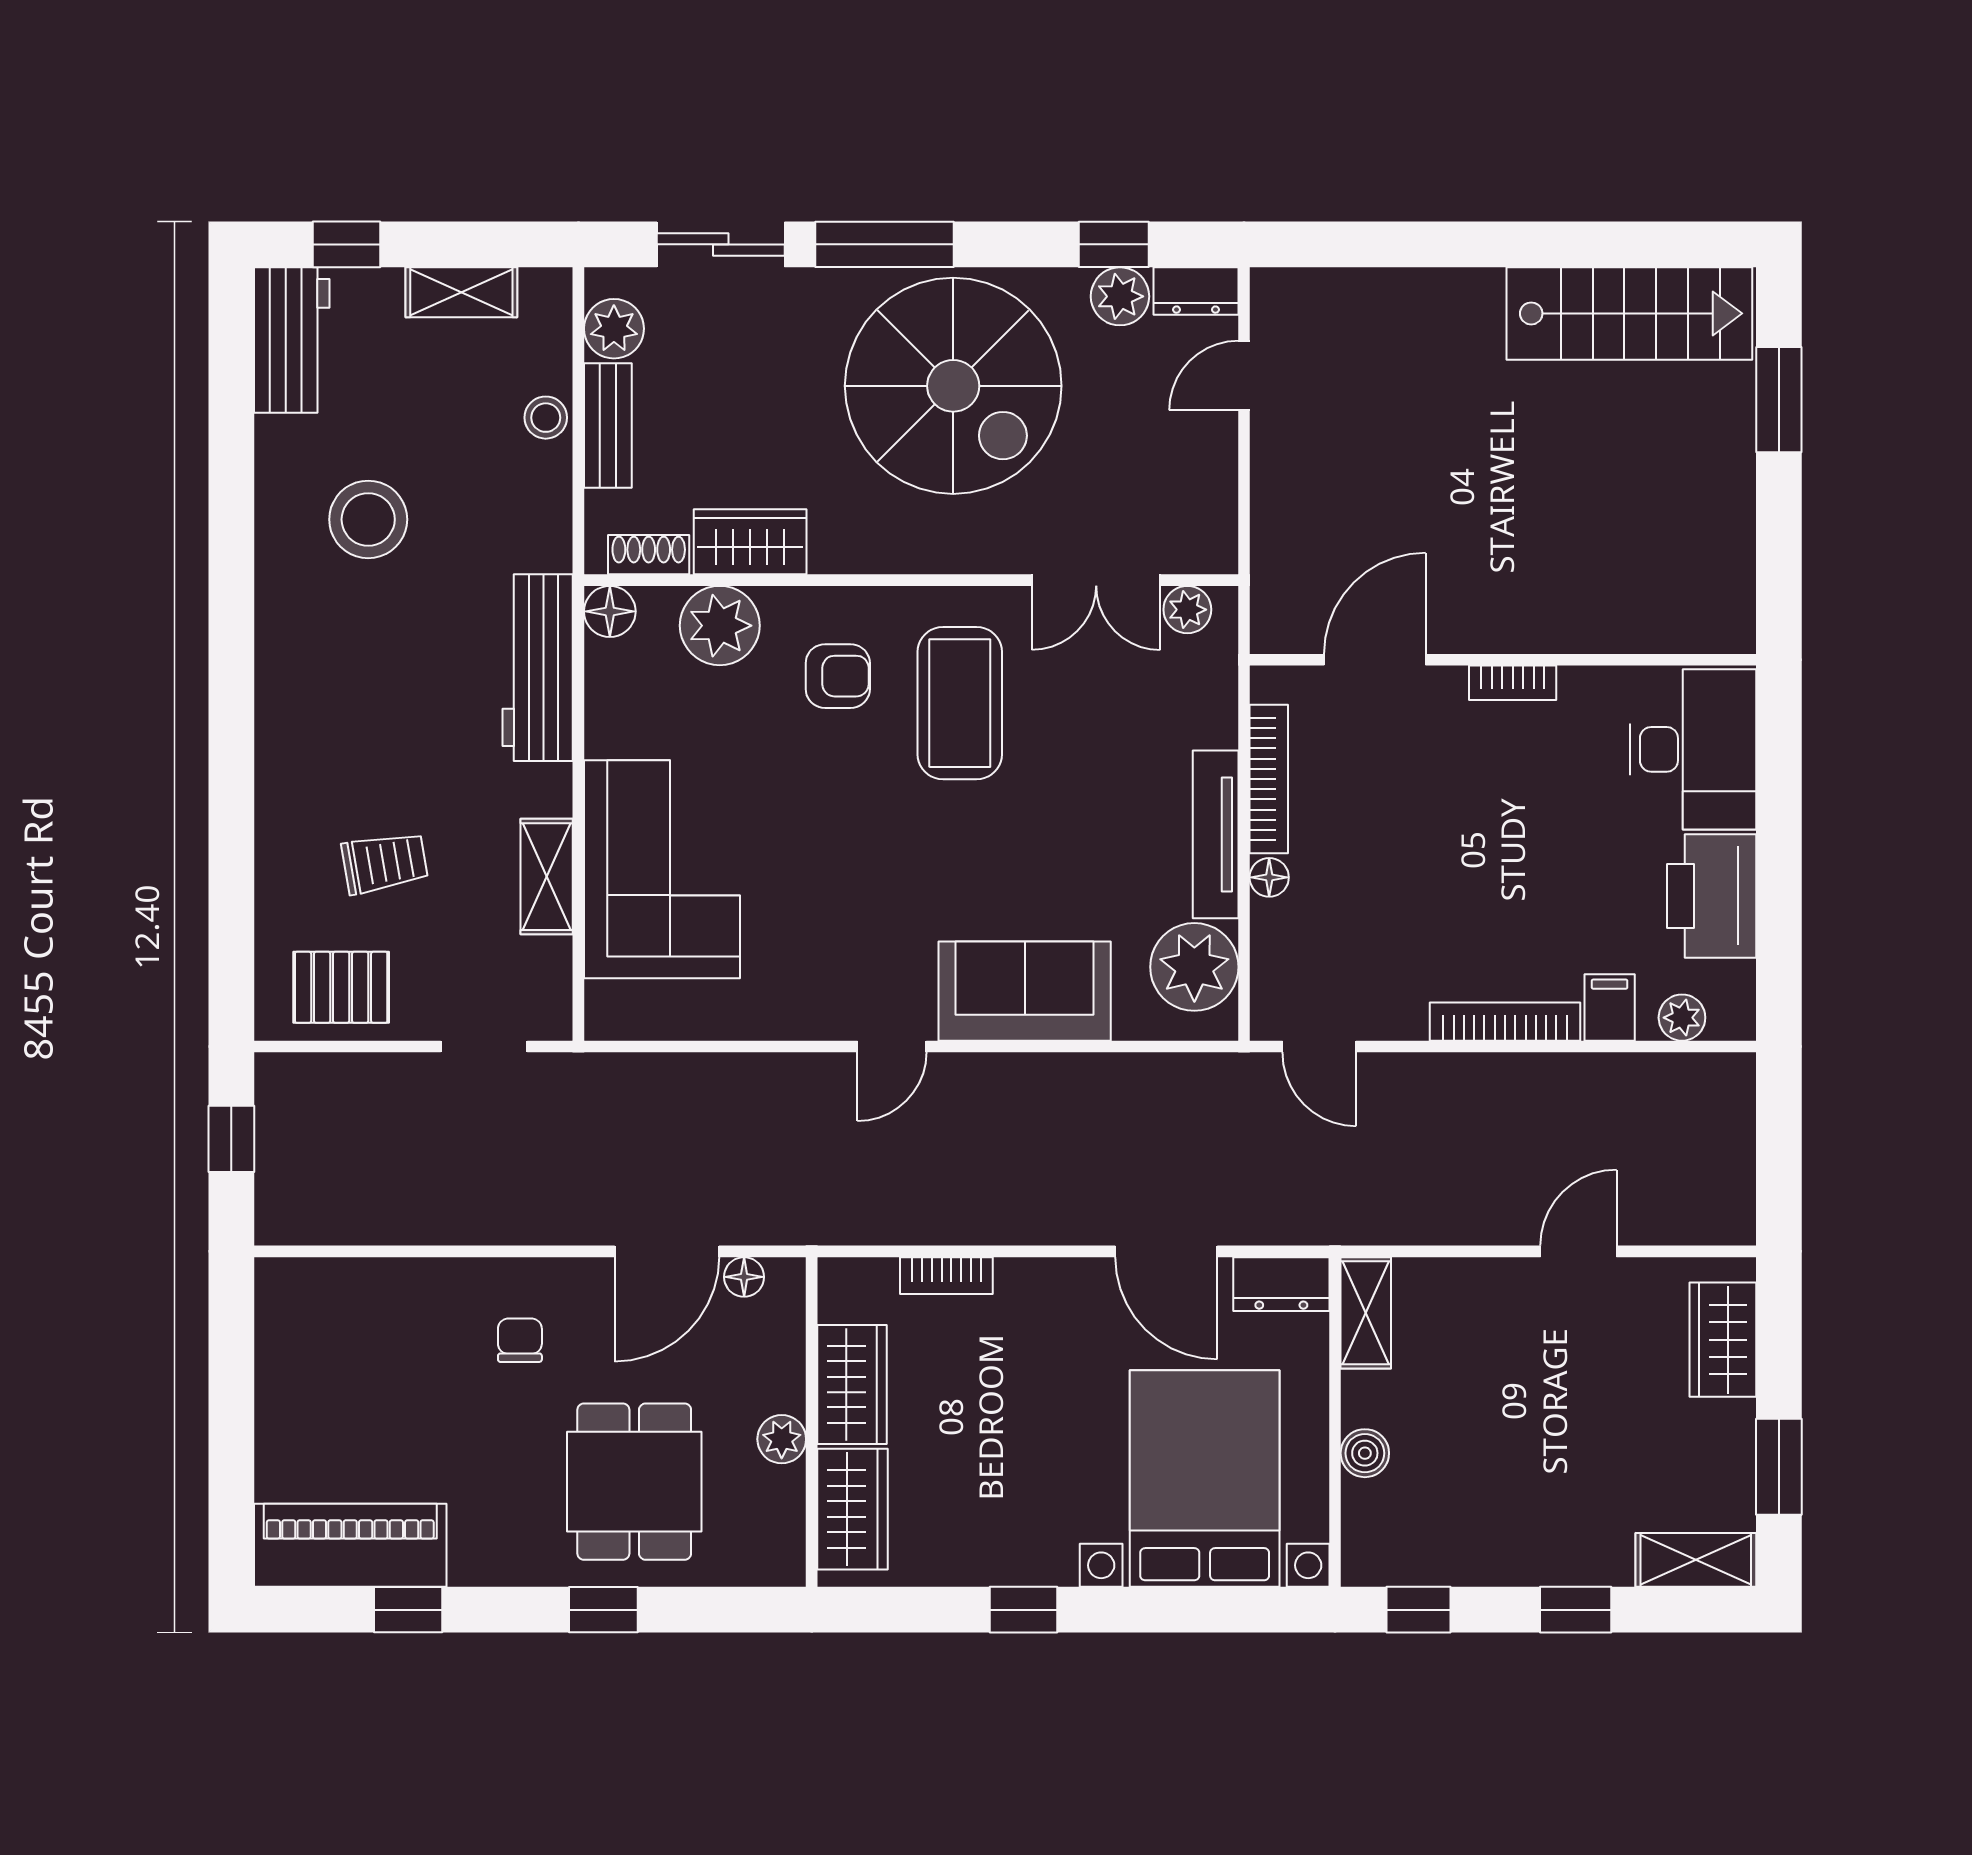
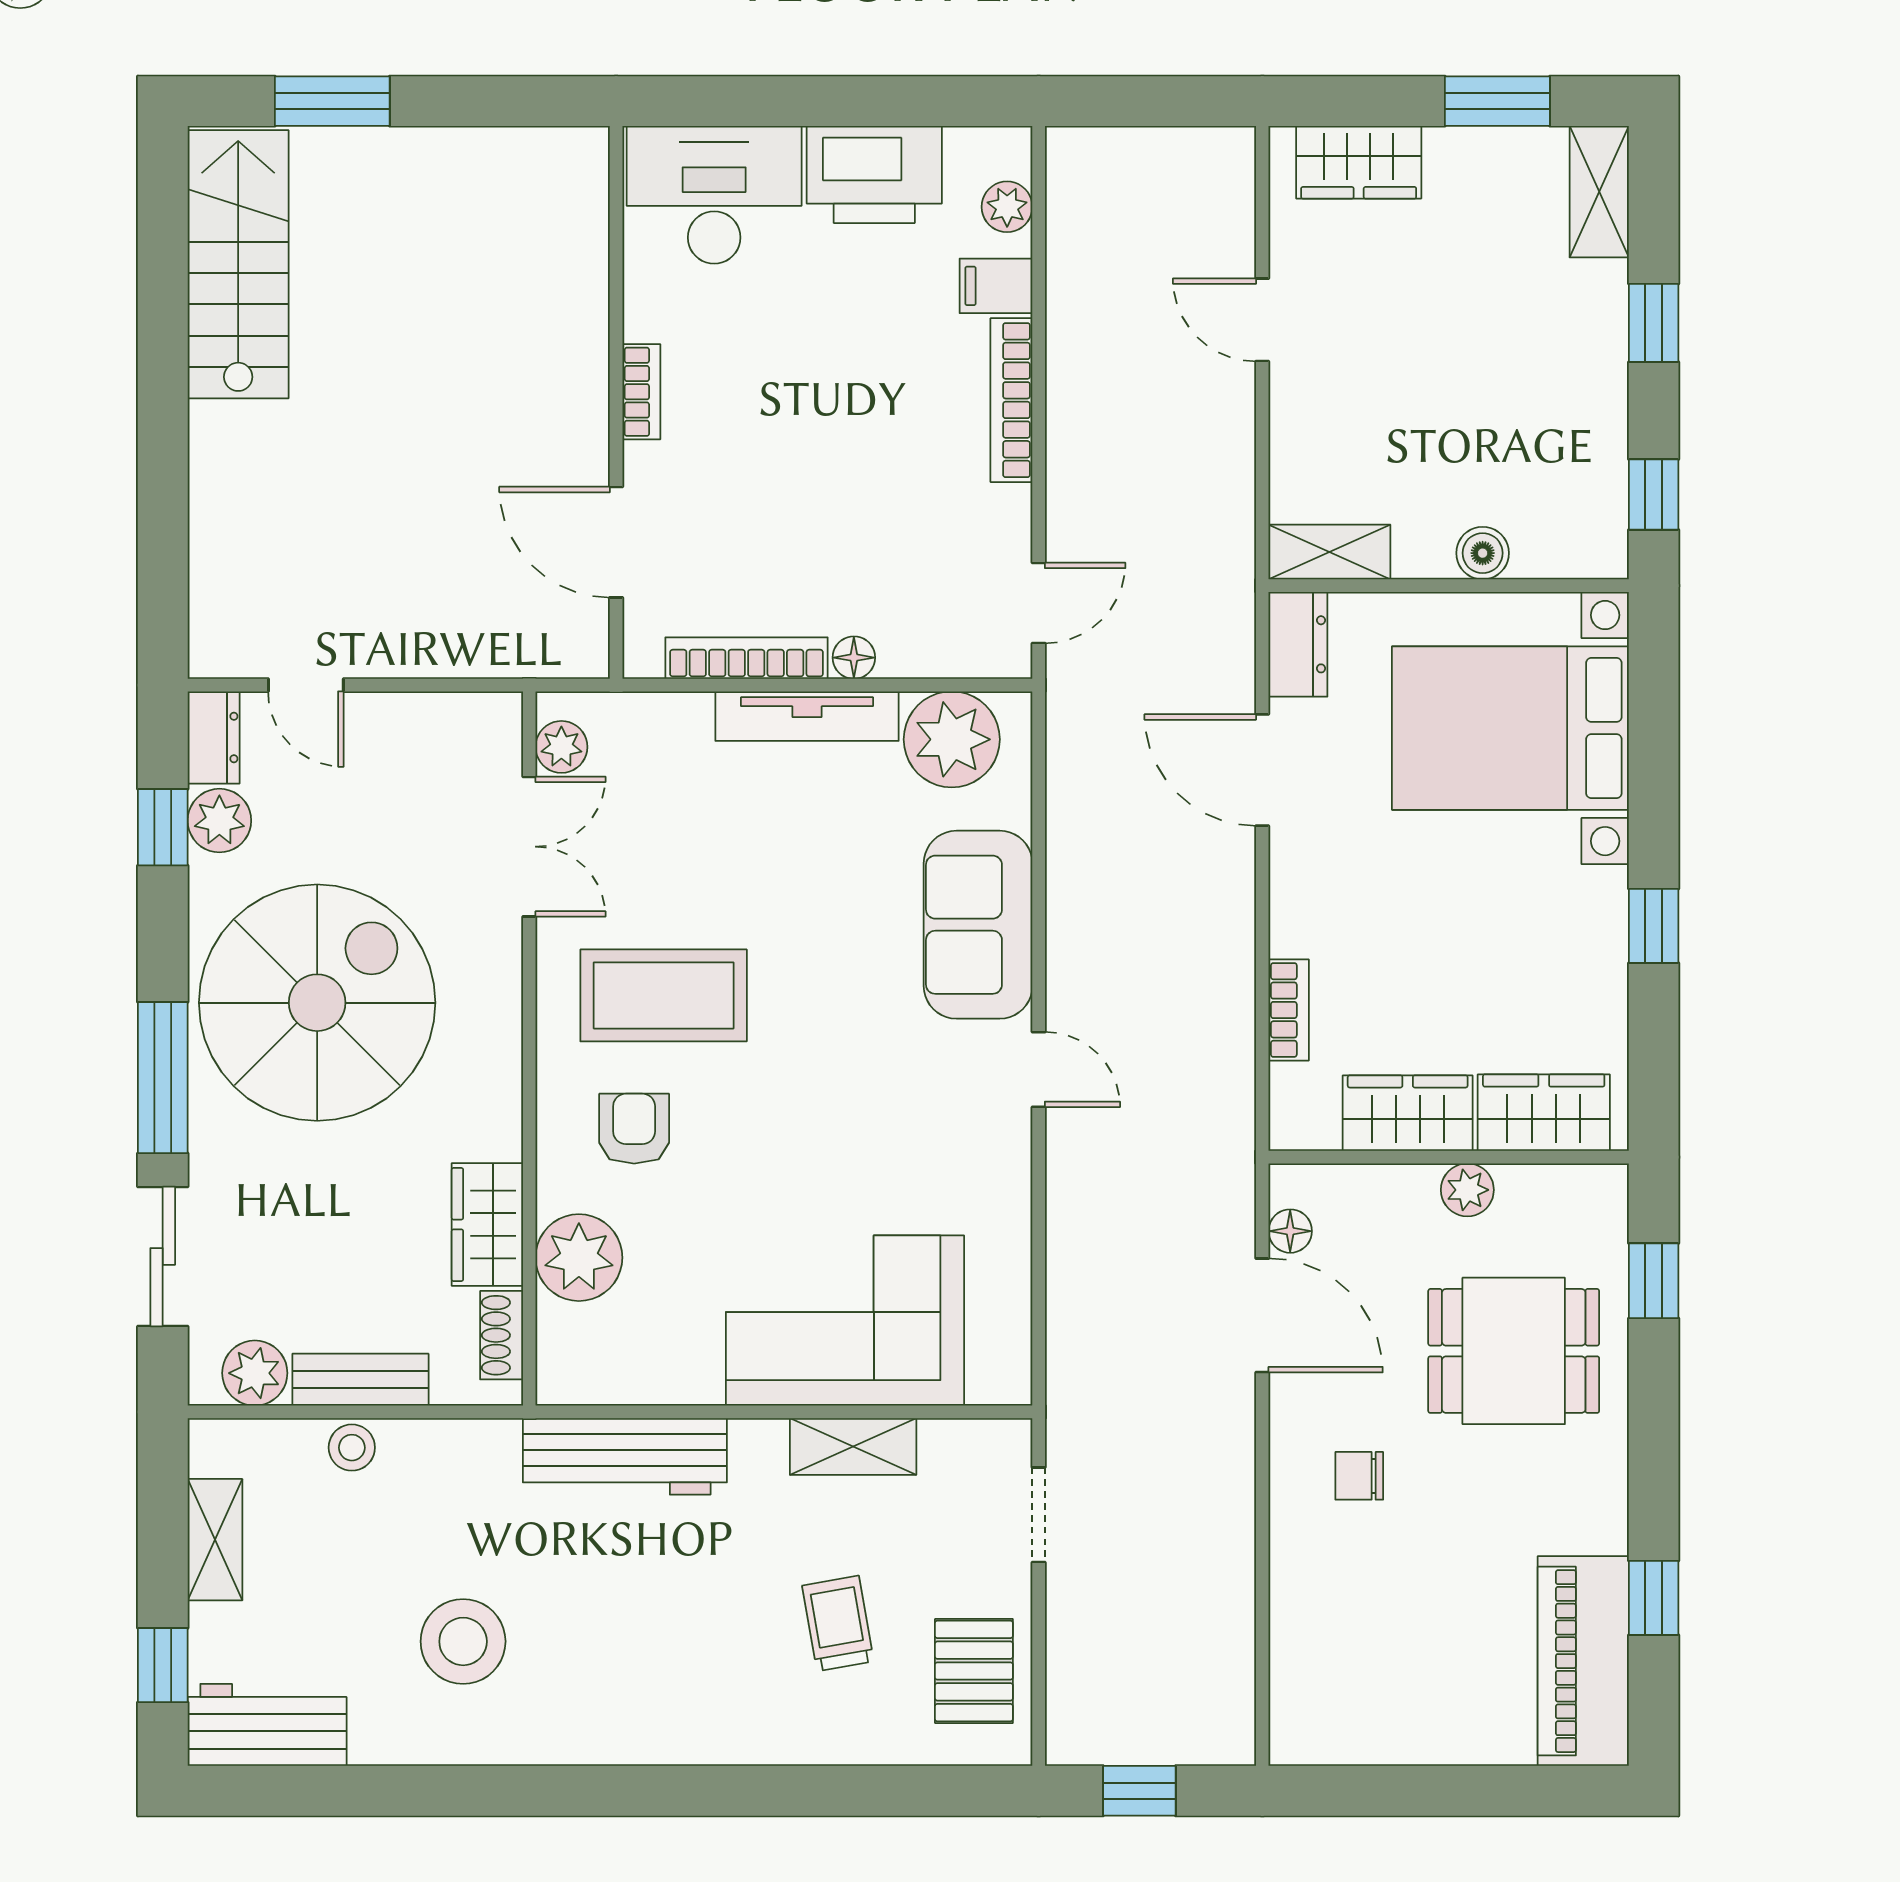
floor lamp: (610, 611) -> (564, 1378), removed
door: (1166, 1251) -> (1262, 770), swing flipped
window: (603, 1610) -> (1654, 1281), moved

